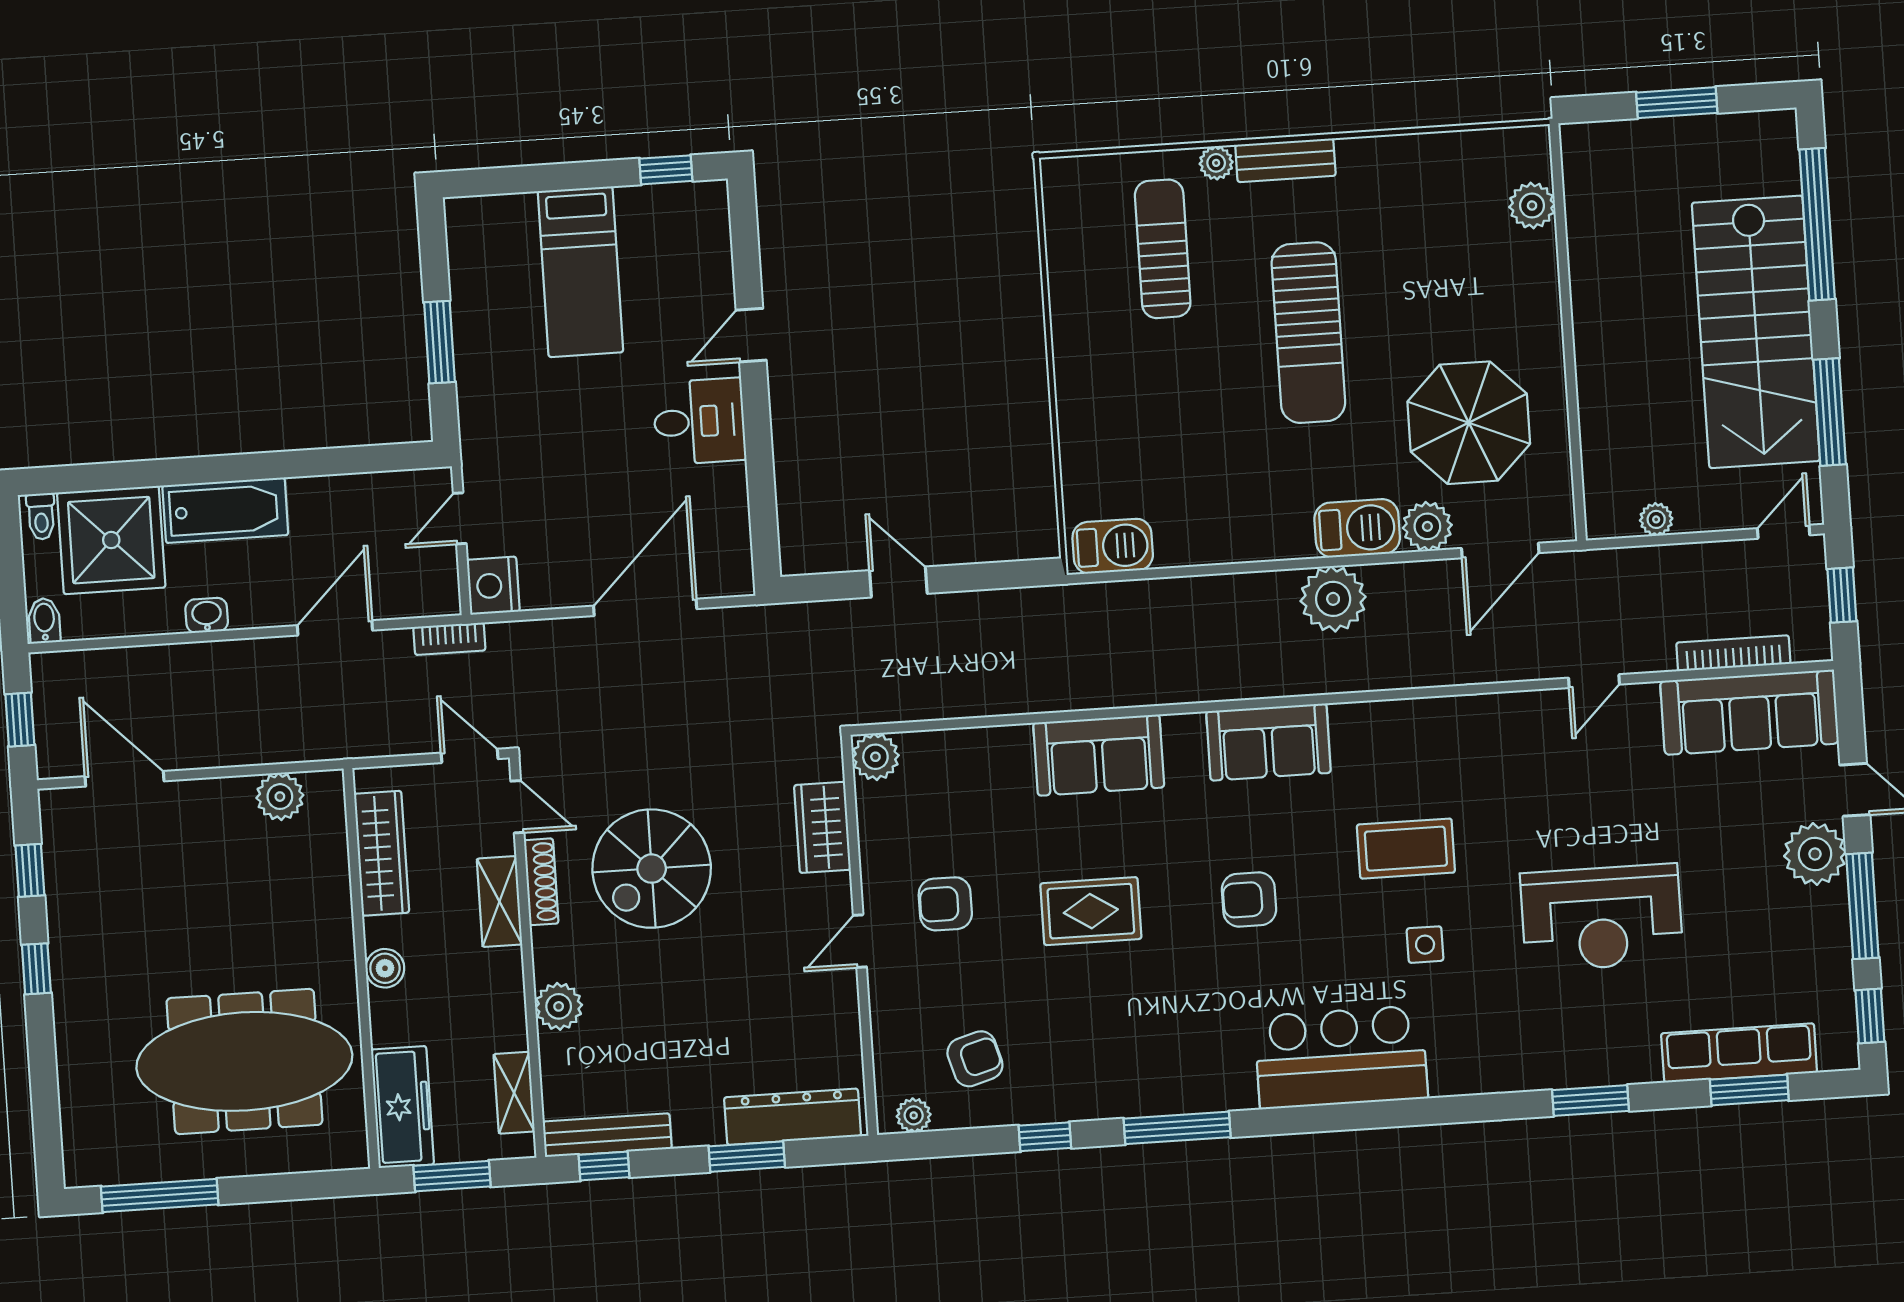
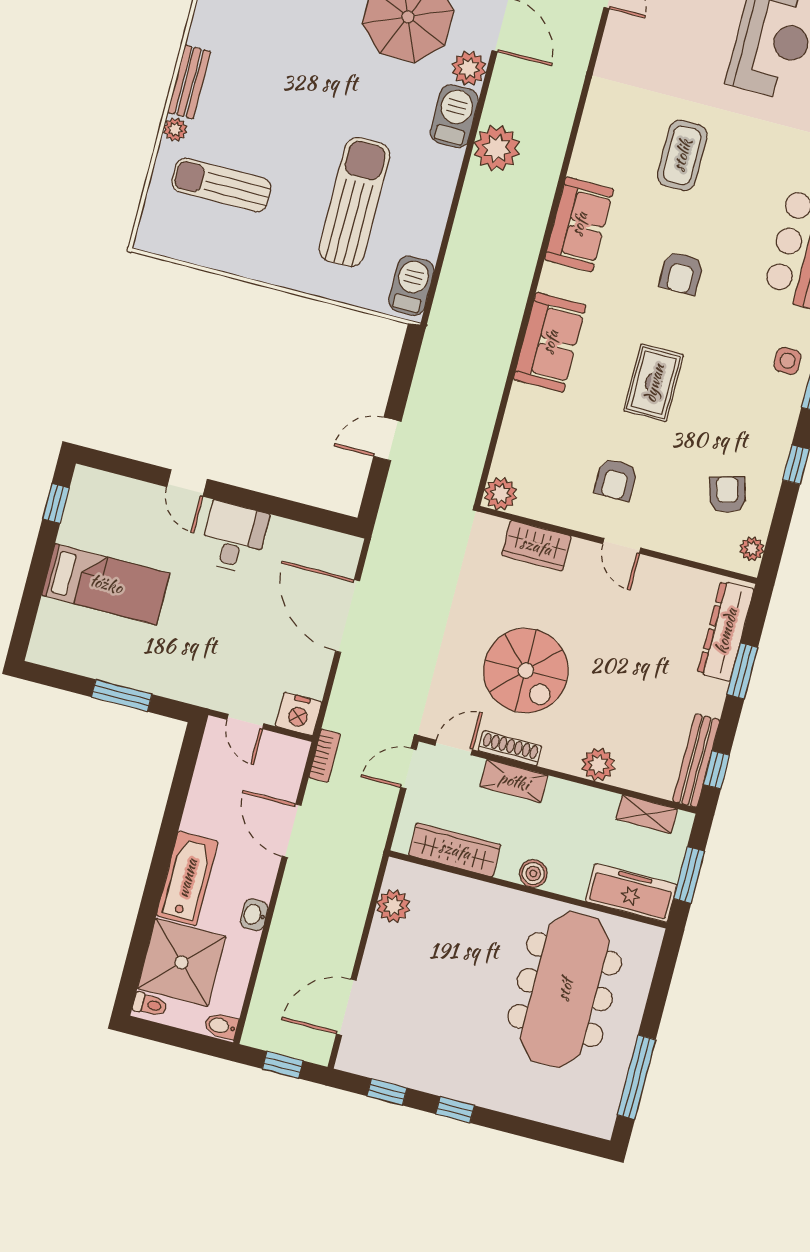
sun lounger: (1308, 333) -> (354, 202), moved, turned -90
side table: (1425, 945) -> (787, 361), moved

